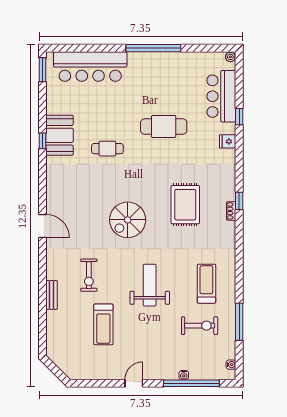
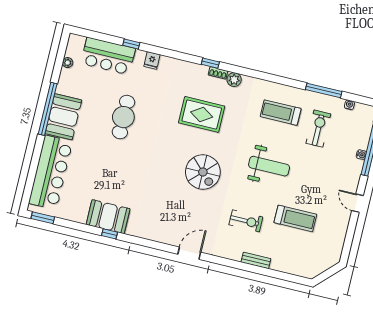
plant: (230, 57) -> (68, 63), moved
booth: (149, 66) -> (63, 117), added
cafe table: (107, 149) -> (131, 175), removed
plant: (228, 229) -> (234, 80), added
weight bench: (150, 285) -> (269, 166), turned 180
water cooler: (231, 365) -> (349, 105), moved

